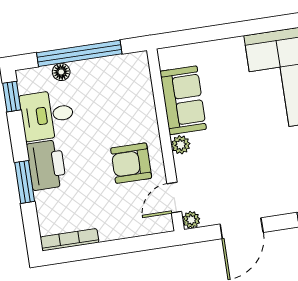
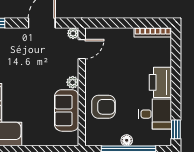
floor lamp: (61, 72) -> (127, 140), moved
armchair: (131, 163) -> (103, 107), moved
window: (25, 182) -> (176, 74), removed

